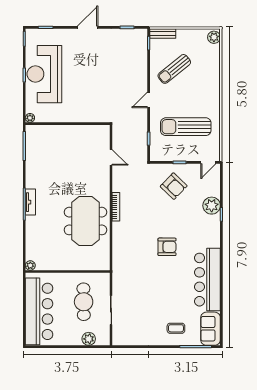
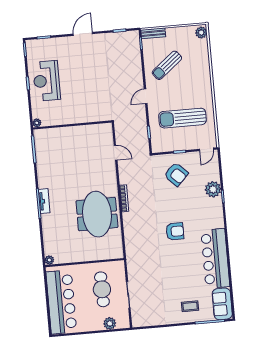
reception desk: (44, 74) -> (47, 81), width x0.74, depth x0.77

